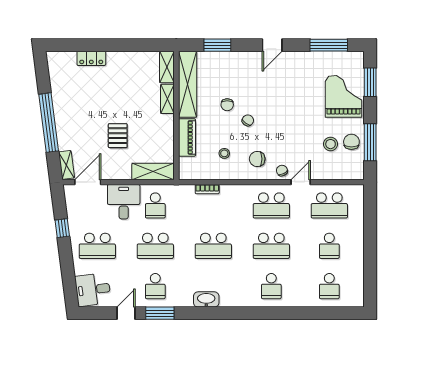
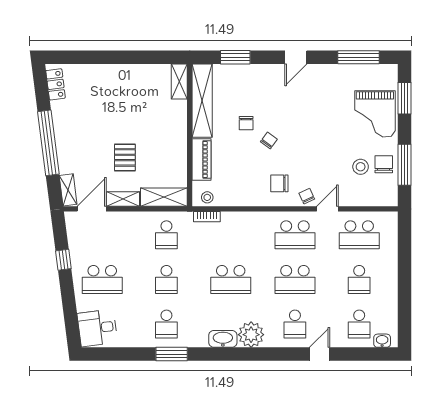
locker: (91, 58) -> (56, 84), moved, turned -97
grand piano: (344, 96) -> (375, 114), turned 180
shelving: (167, 99) -> (123, 199), moved, turned 90
stool: (224, 153) -> (207, 197), moved
bookcase: (207, 189) -> (207, 217), moved
desk: (124, 202) -> (131, 231), removed
school desk: (155, 246) -> (166, 279), width x0.54
plant: (232, 296) -> (251, 335), added
washbasin: (350, 301) -> (382, 341), added
door: (126, 313) -> (319, 354), moved

